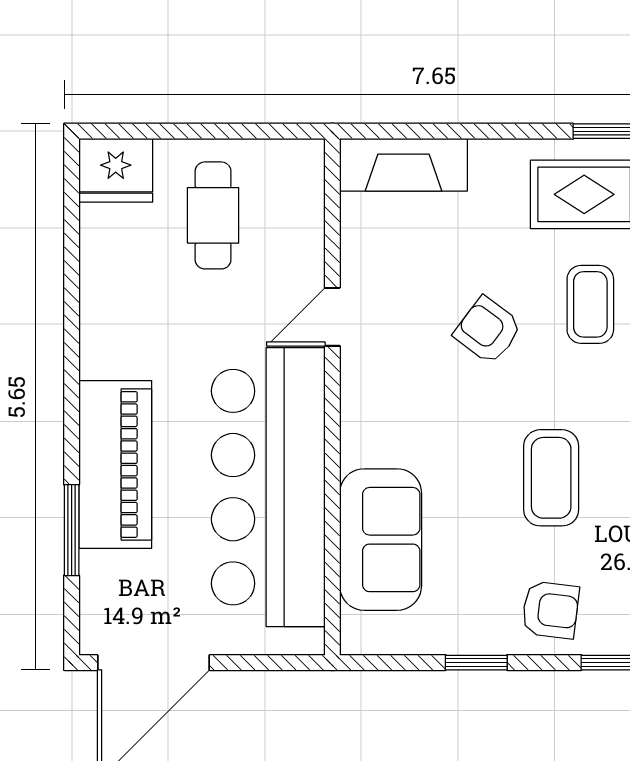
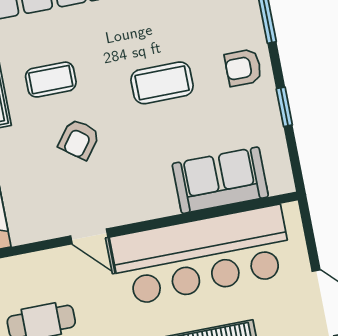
armchair: (550, 610) -> (243, 68), turned -97

